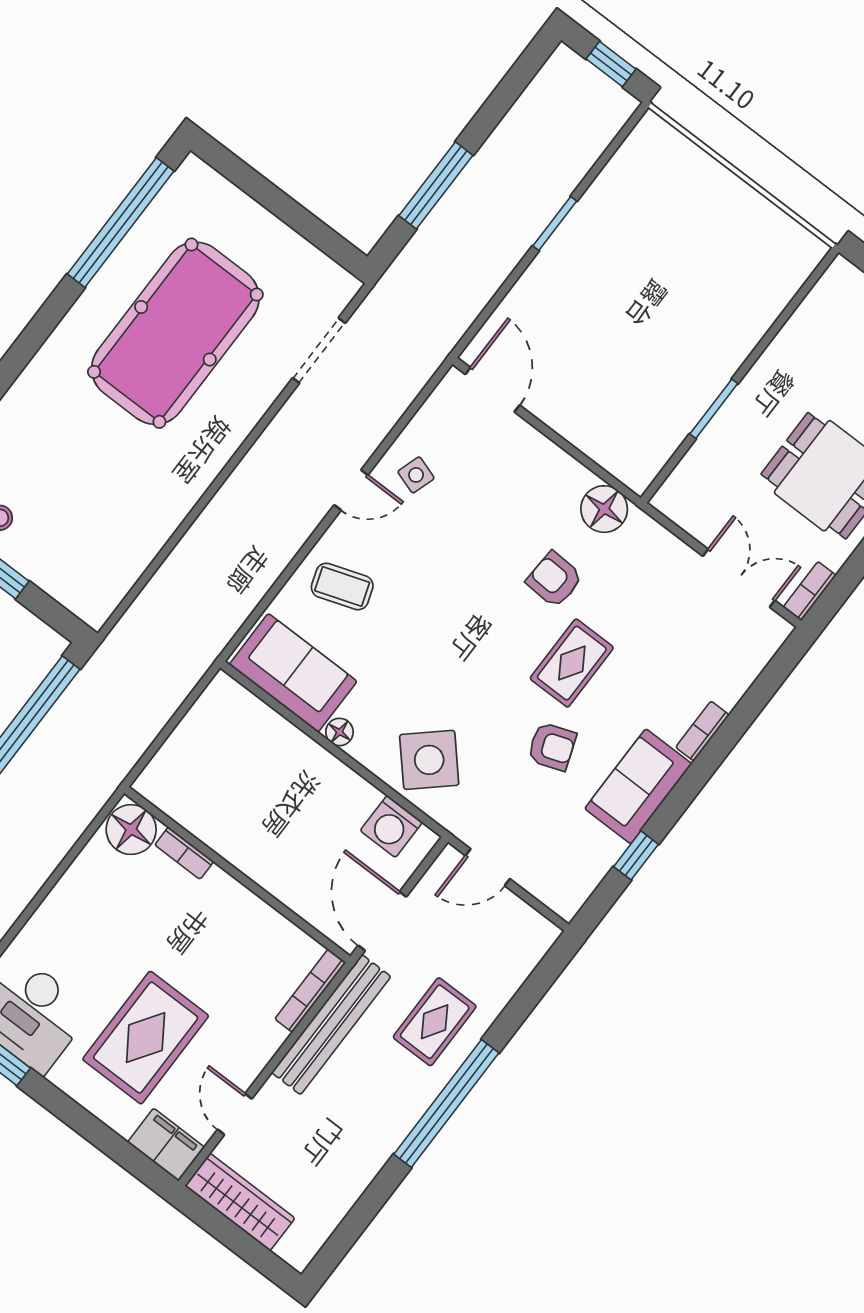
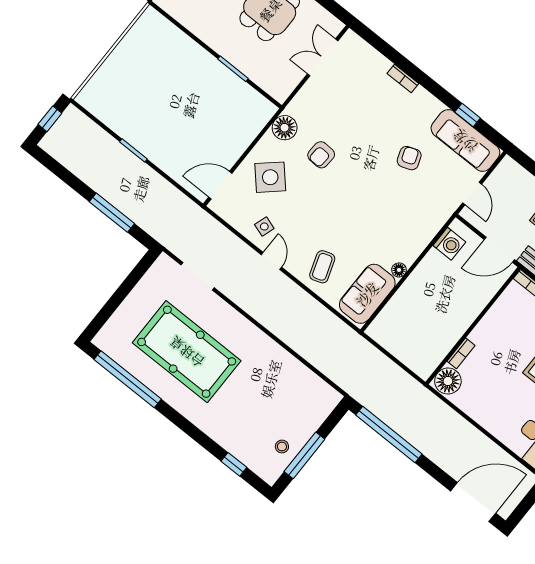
bookcase: (810, 591) -> (330, 20), removed
rug: (572, 663) -> (365, 147), removed
side table: (429, 760) -> (270, 177), moved
sofa: (638, 786) -> (465, 141), moved, width x1.36

